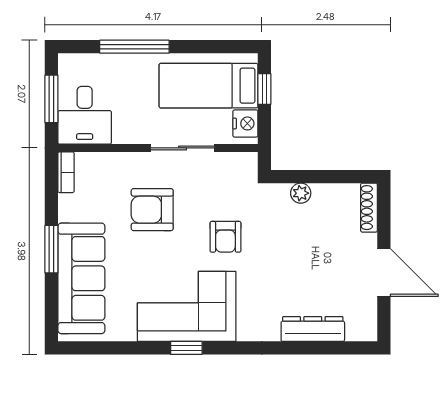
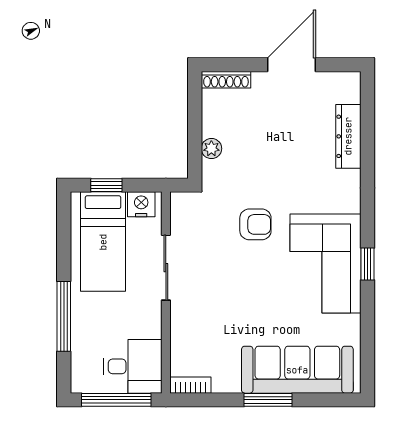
window: (51, 99) -> (116, 400), width x1.44
armchair: (152, 210) -> (228, 298), removed

